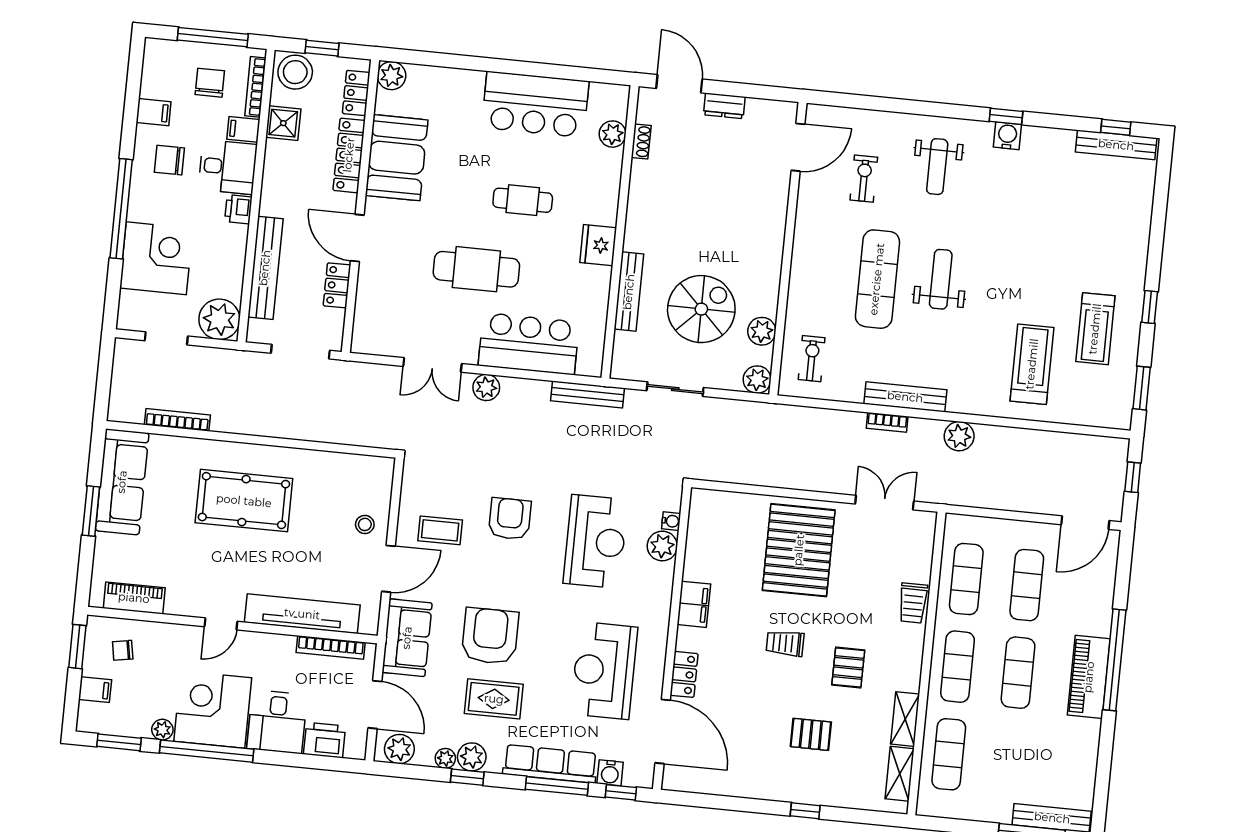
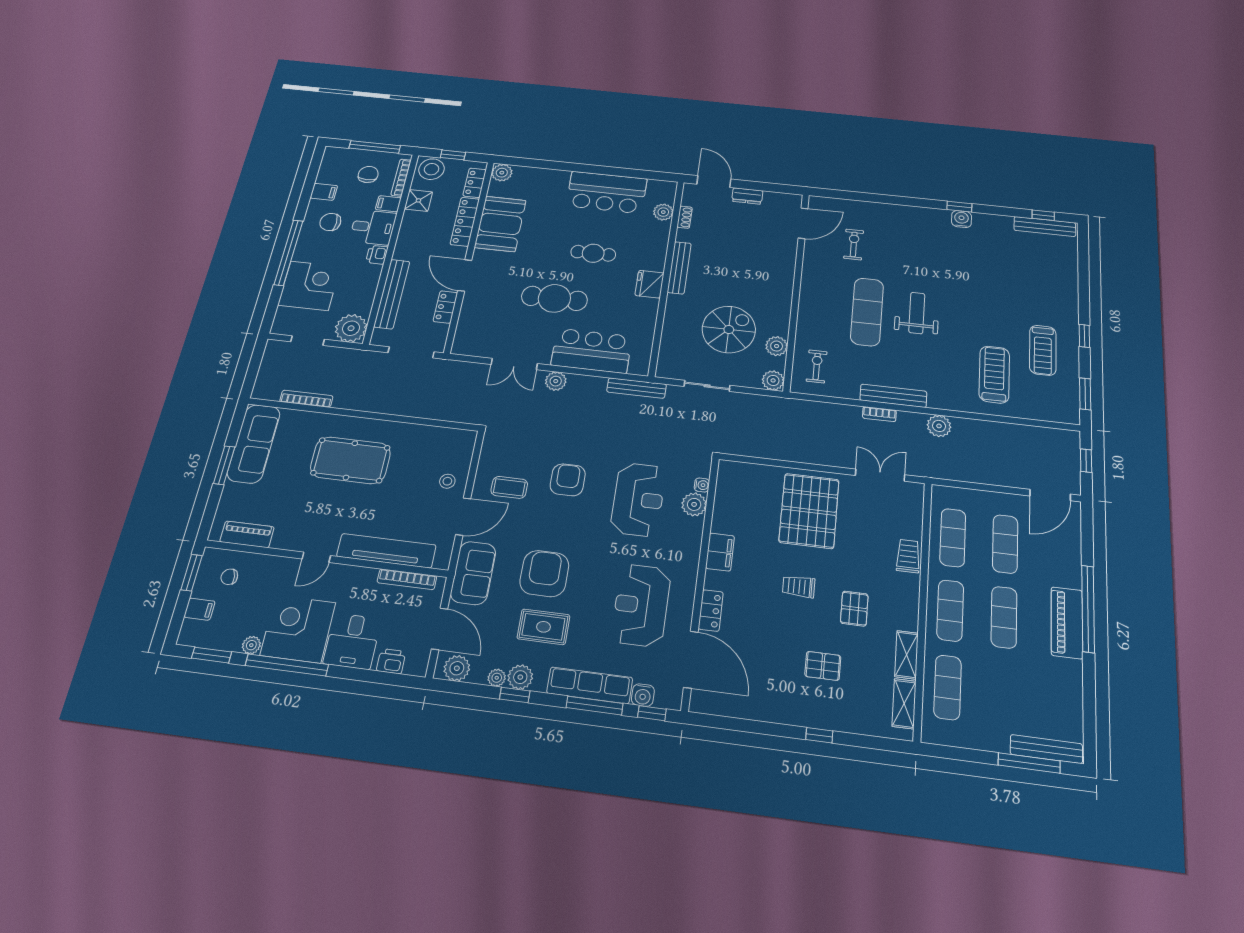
weight bench: (937, 167) -> (909, 238), removed
bench: (629, 292) -> (679, 268), moved
trolley: (913, 603) -> (908, 556), turned 180
printer: (325, 740) -> (391, 661), width x0.73, depth x0.81

